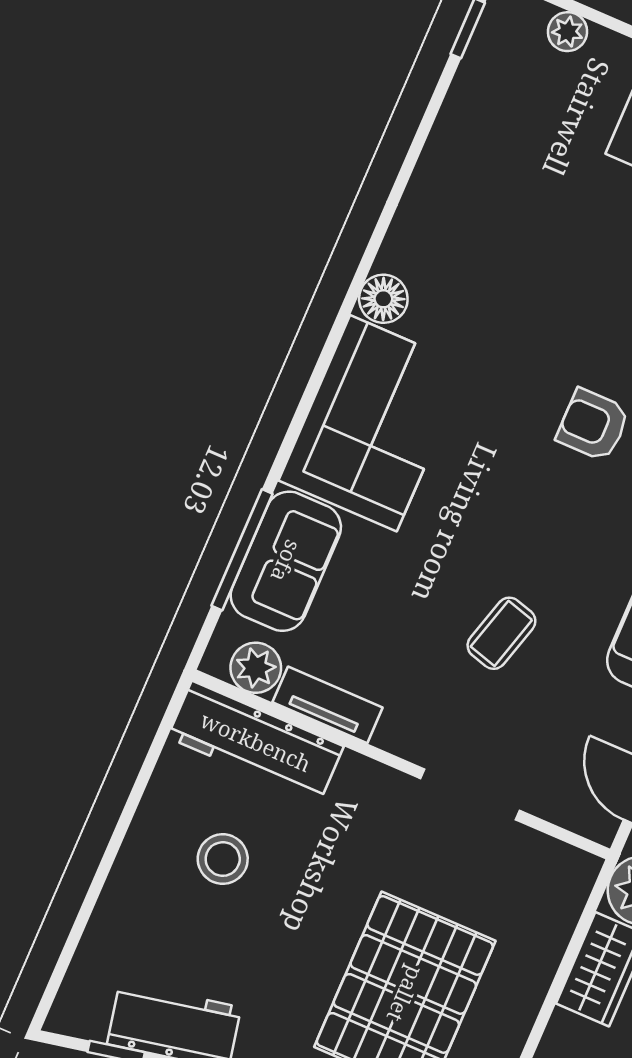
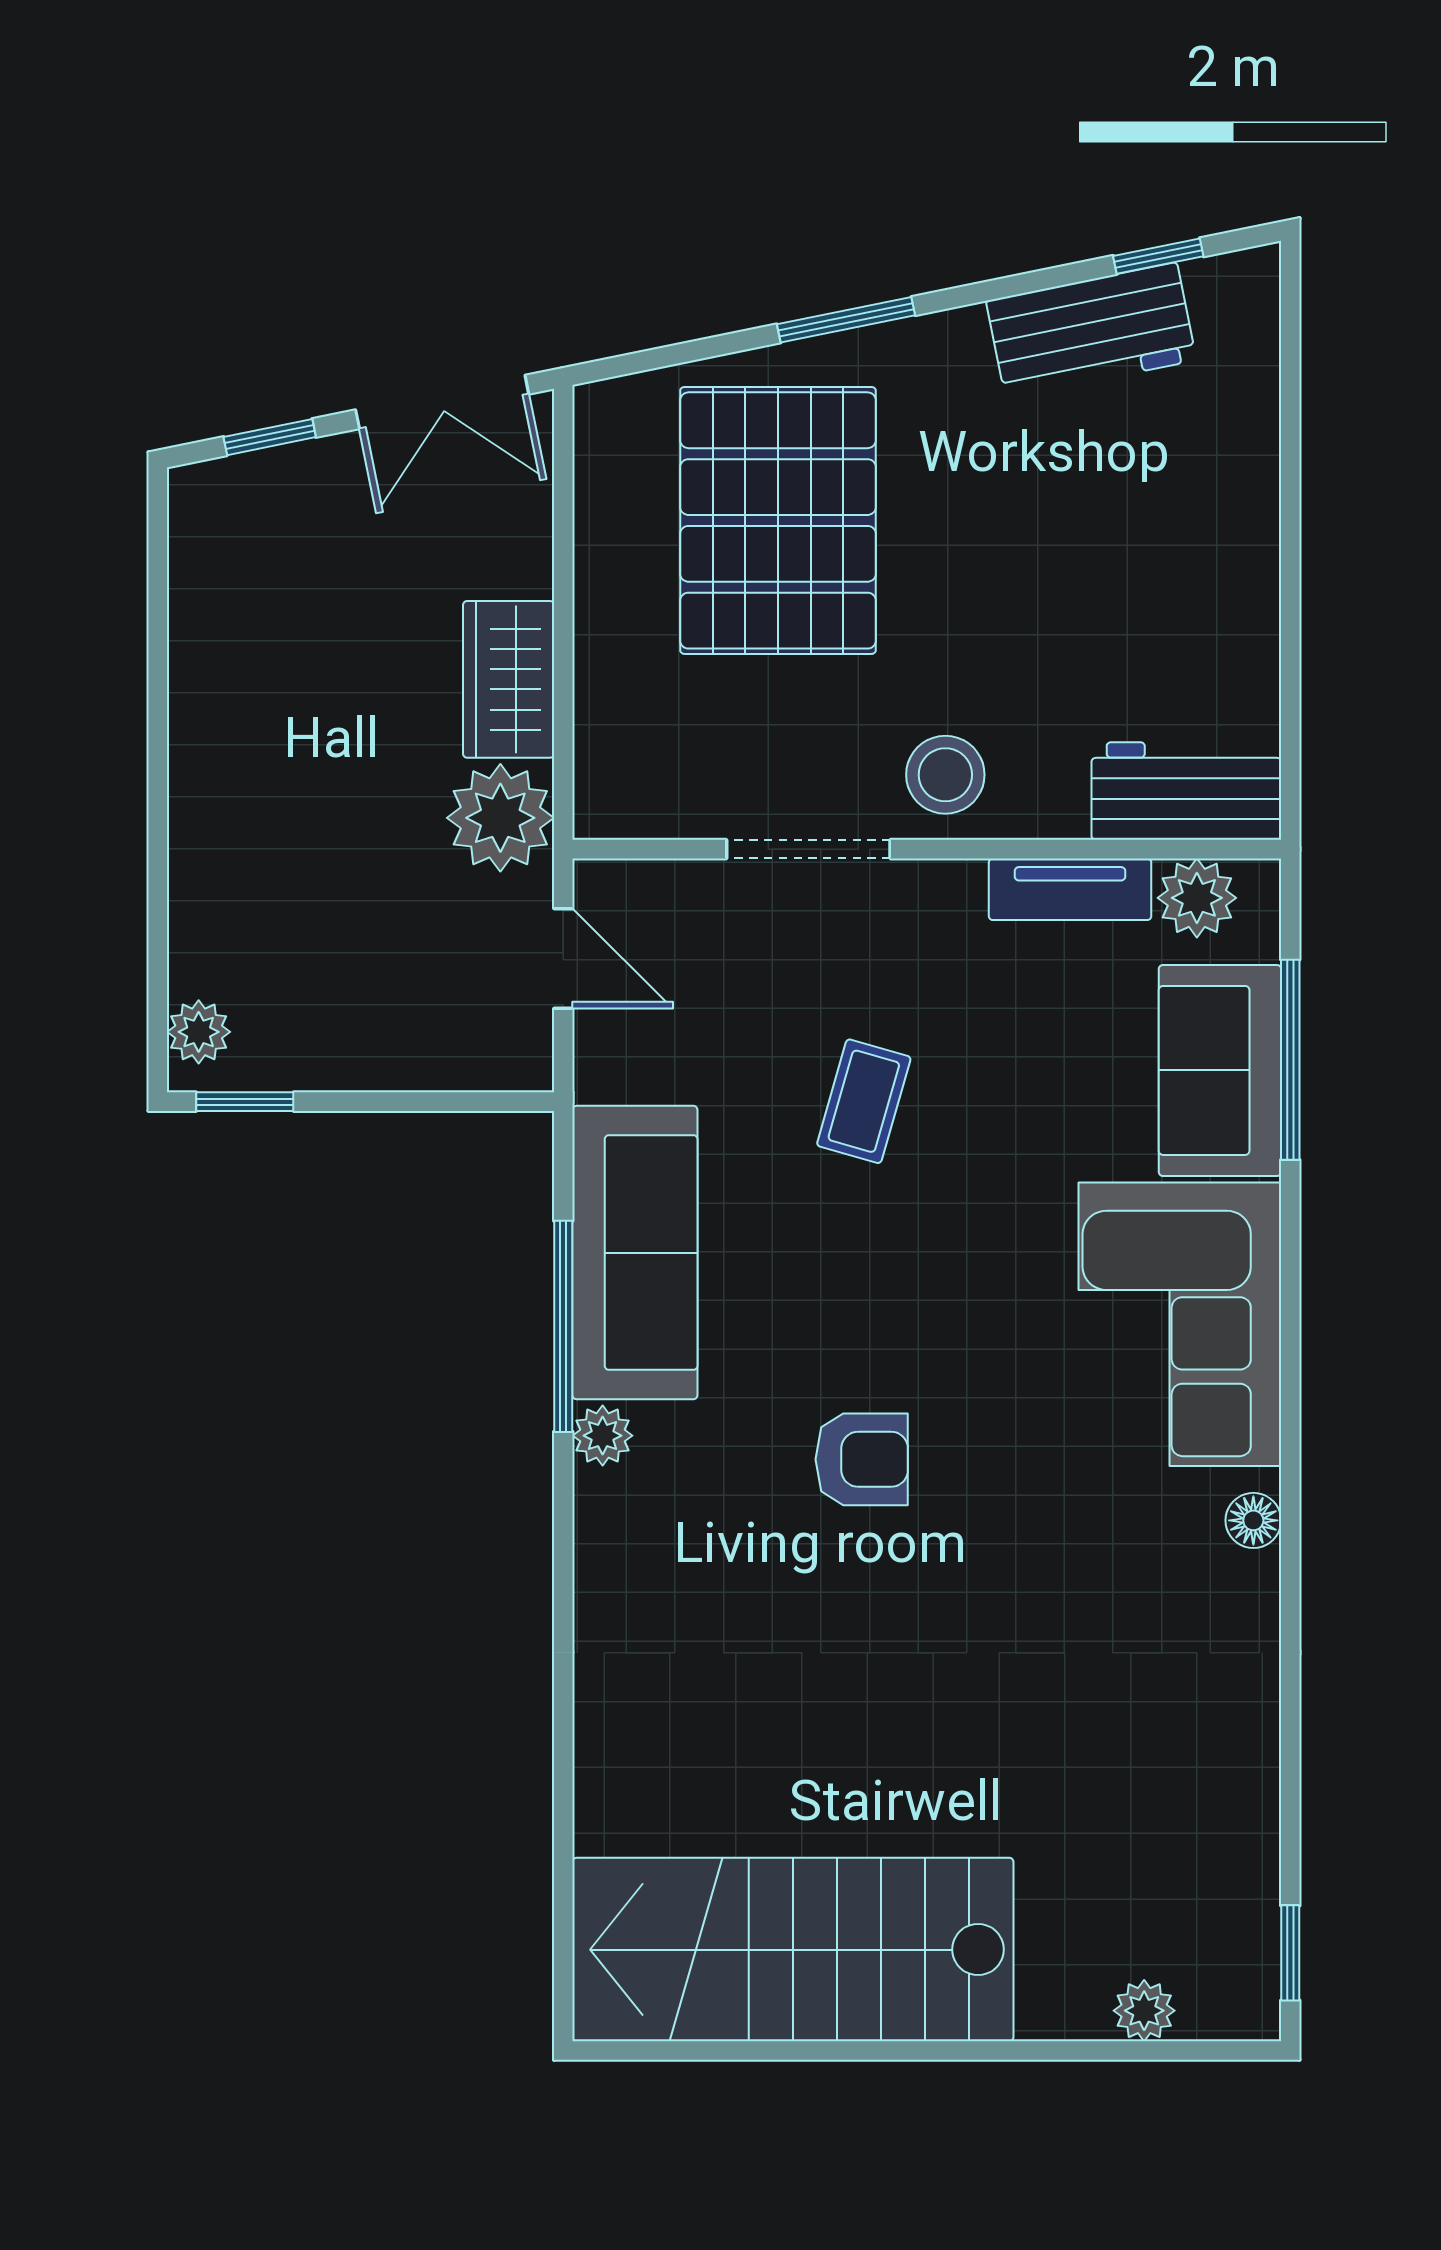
floor lamp: (383, 299) -> (1253, 1520), width x0.73, depth x0.73
workbench: (256, 742) -> (1186, 791), width x0.73
stool: (223, 859) -> (945, 775), moved

